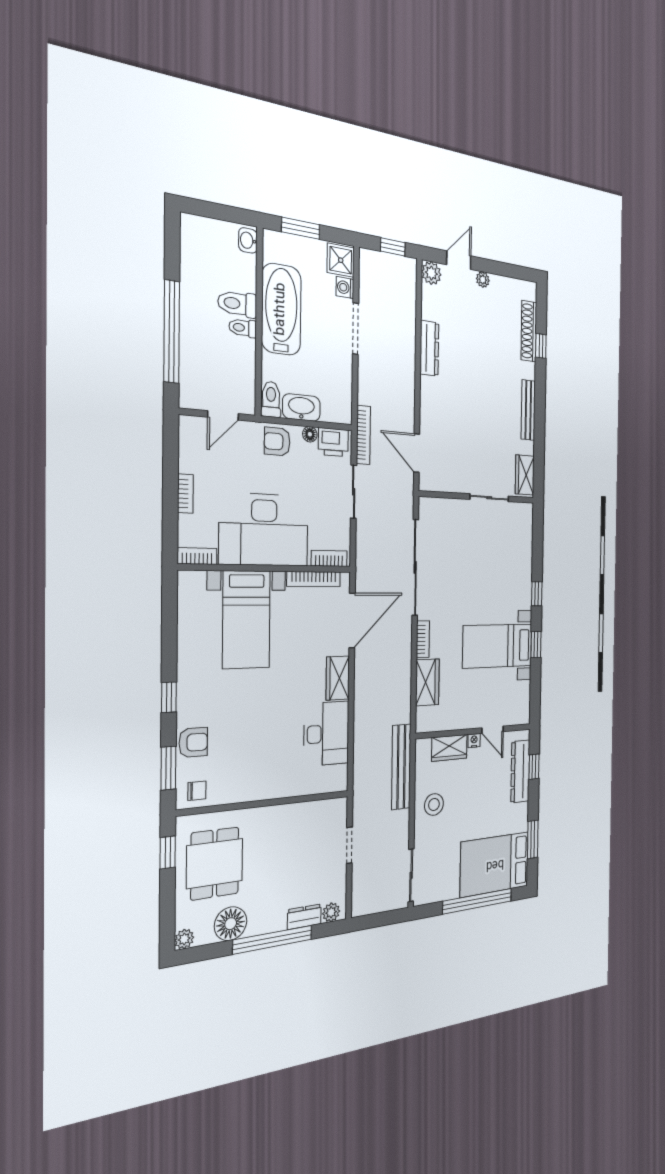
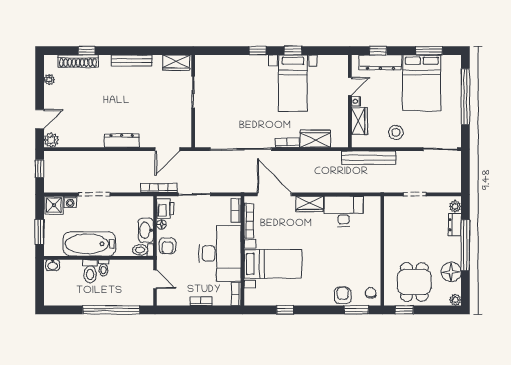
door: (459, 260) -> (40, 119), swing flipped
plant: (483, 280) -> (49, 80), moved
dresser: (429, 348) -> (122, 141), moved
window: (169, 697) -> (285, 310), moved
dining table: (215, 863) -> (414, 282), turned 90
bed: (495, 864) -> (422, 83), moved

